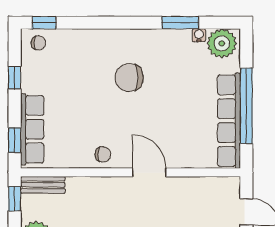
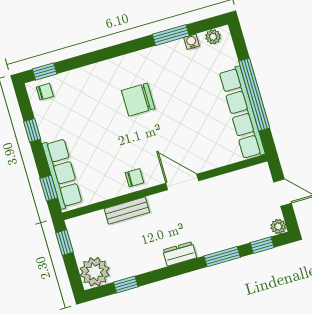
plant: (222, 43) -> (213, 37), width x0.53, depth x0.53
bench: (43, 185) -> (127, 211), moved

